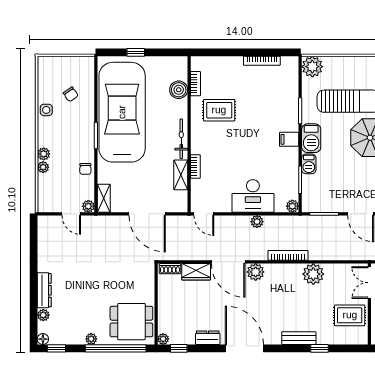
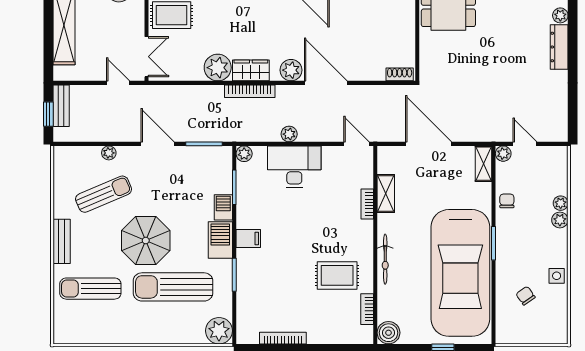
boiler: (179, 90) -> (389, 333), moved
bicycle: (181, 139) -> (385, 259), moved
wardrobe: (196, 272) -> (251, 70), moved

